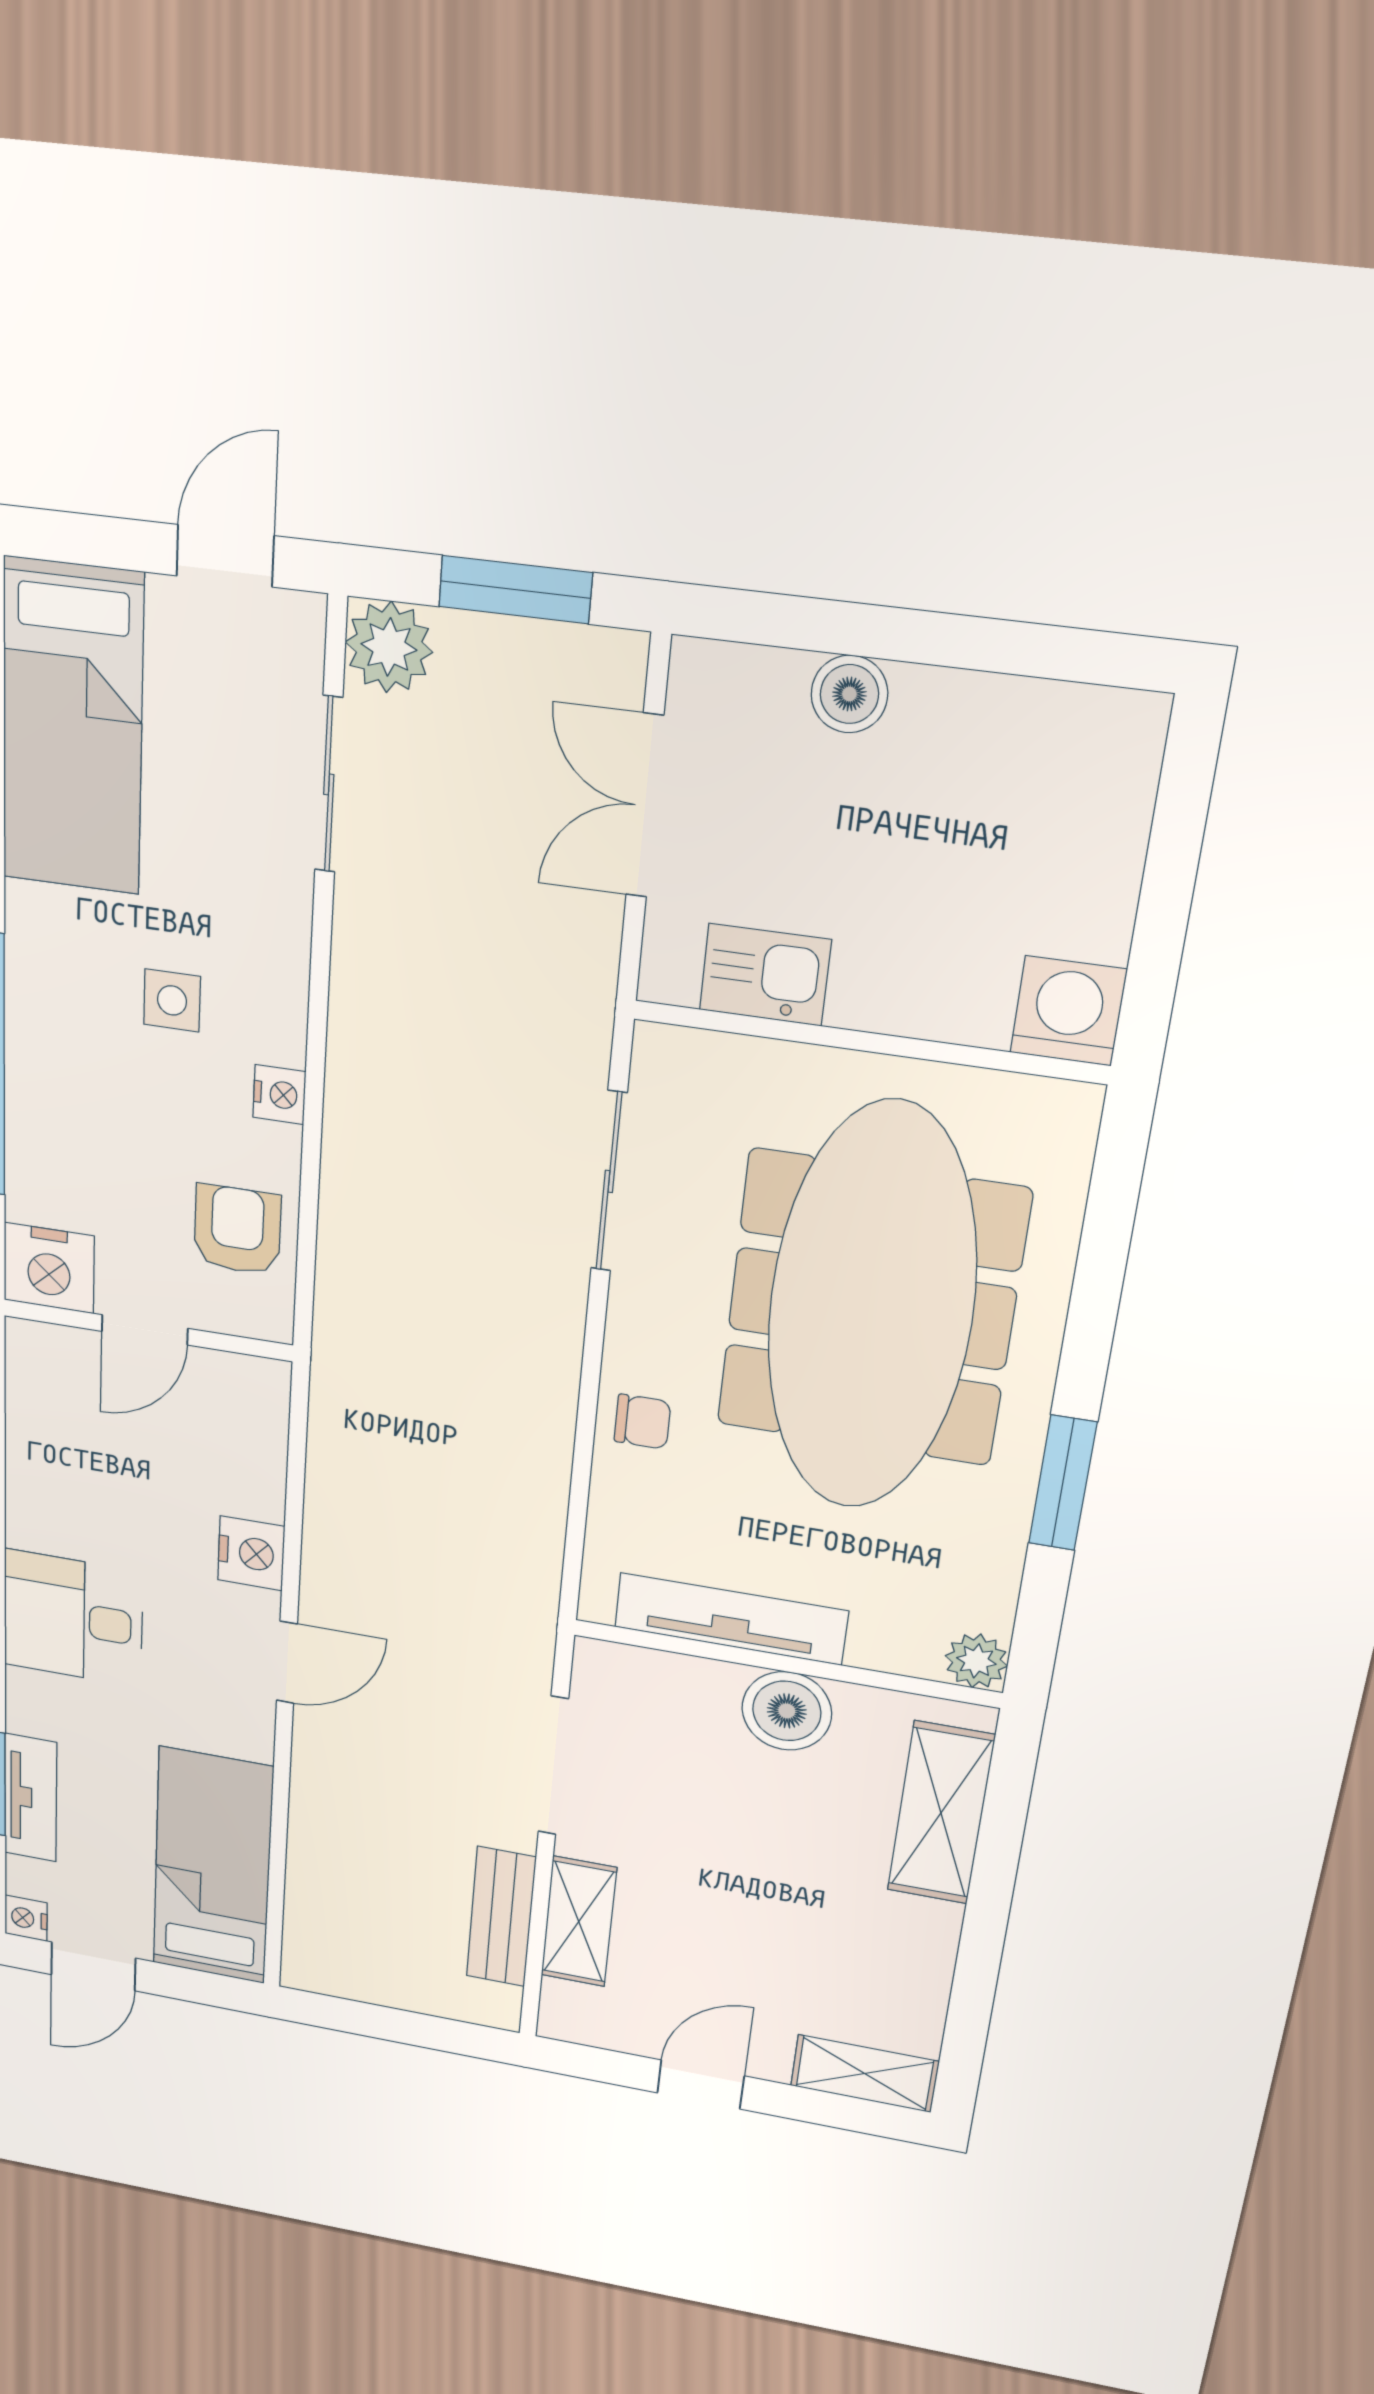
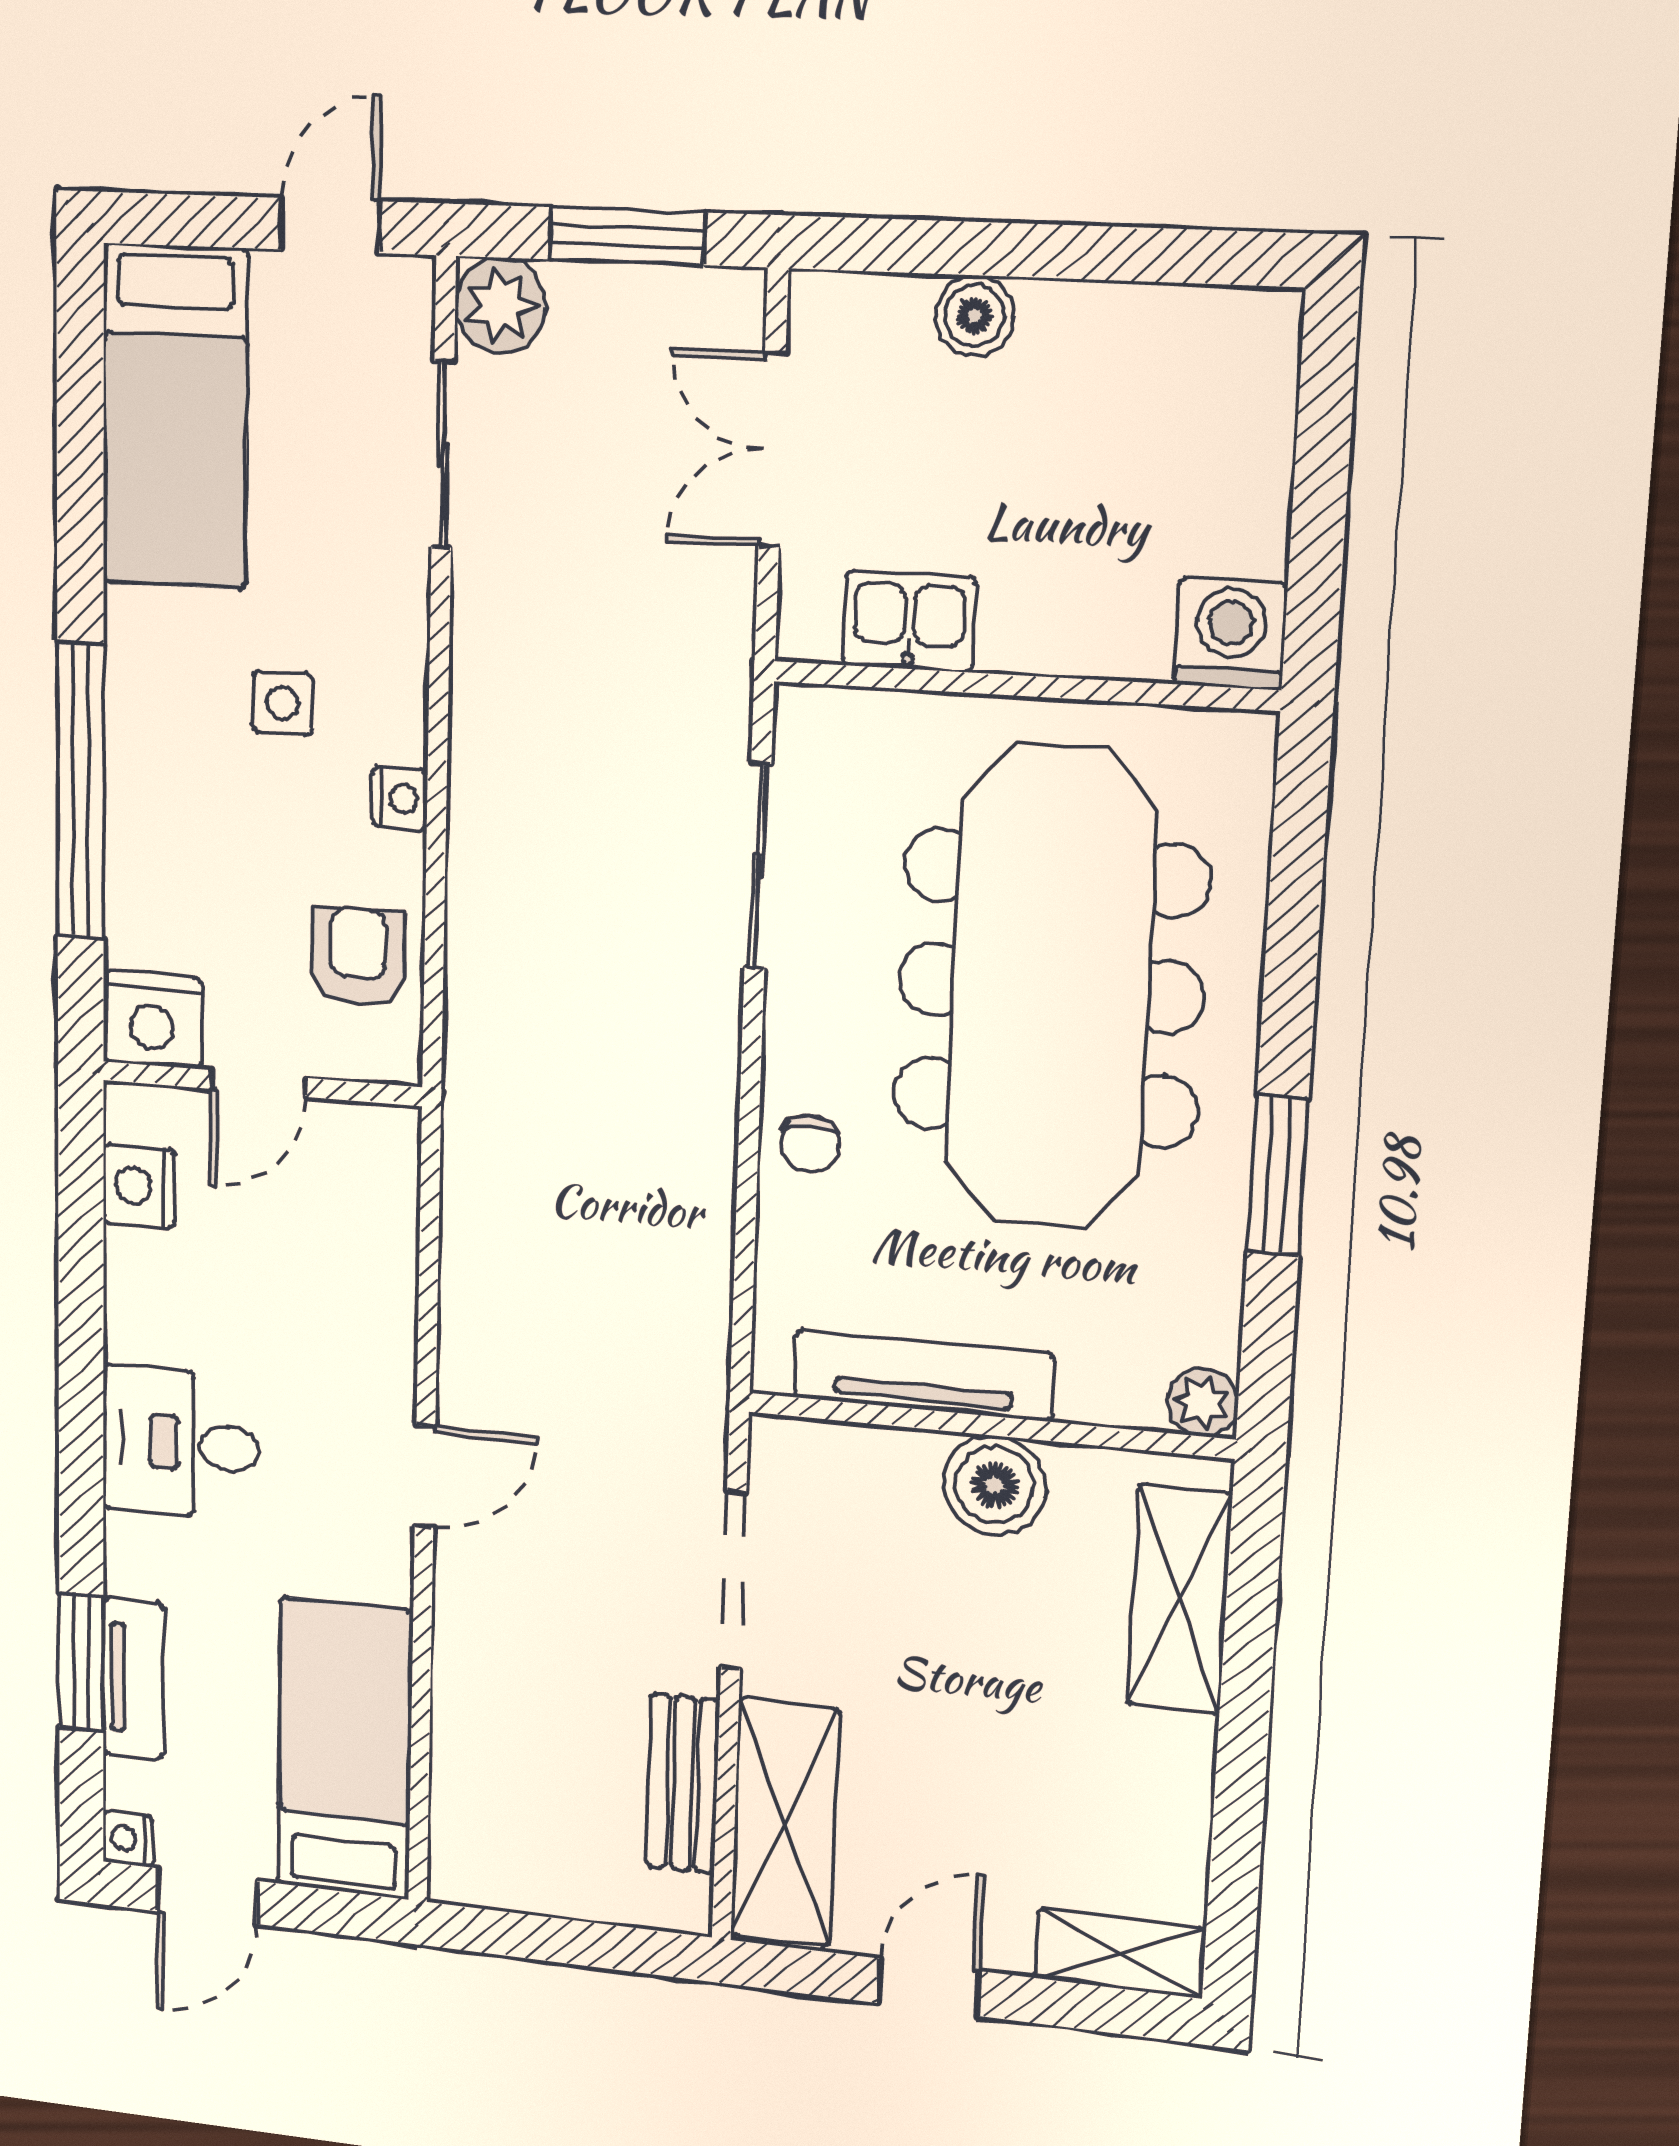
chair: (642, 1422) -> (810, 1144), turned 88
nightstand: (251, 1553) -> (139, 1186), moved, turned 180
shelving: (579, 1922) -> (784, 1822), width x1.50, depth x1.33

